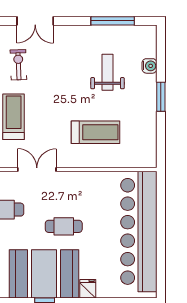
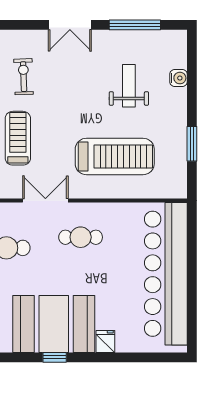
double door: (35, 21) -> (70, 25), moved
window: (161, 97) -> (192, 144), moved
treadmill: (96, 132) -> (115, 156), width x1.37, depth x1.38
cafe table: (64, 226) -> (81, 237), moved

